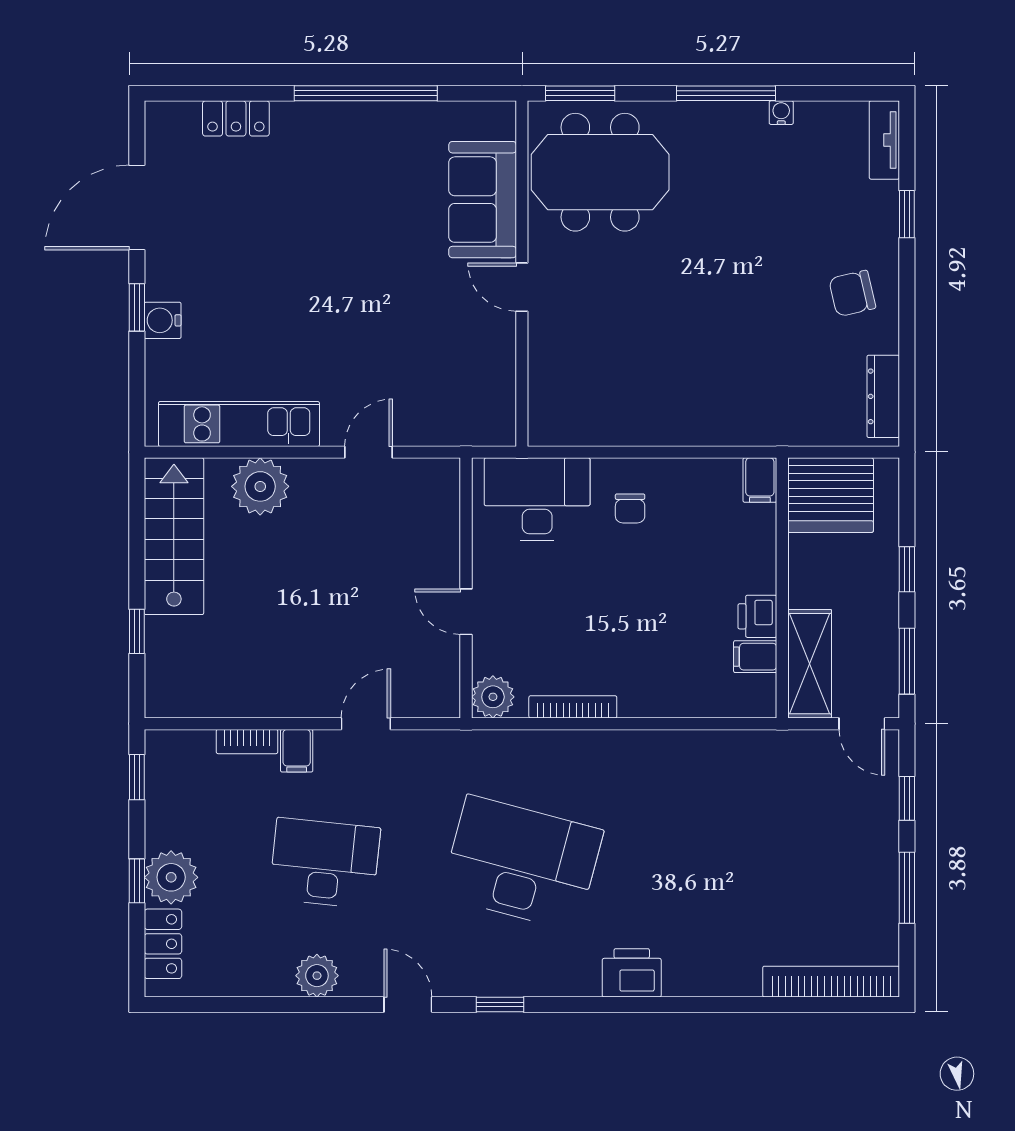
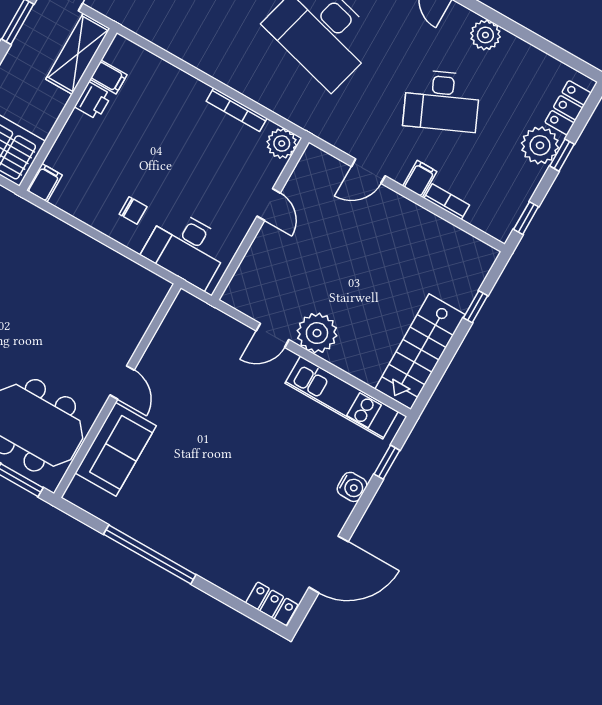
locker: (236, 118) -> (272, 604), moved
window: (137, 307) -> (387, 462), moved
plant: (260, 486) -> (317, 333), moved
chair: (630, 508) -> (133, 210), turned 90
desk: (325, 863) -> (442, 101), turned -30

